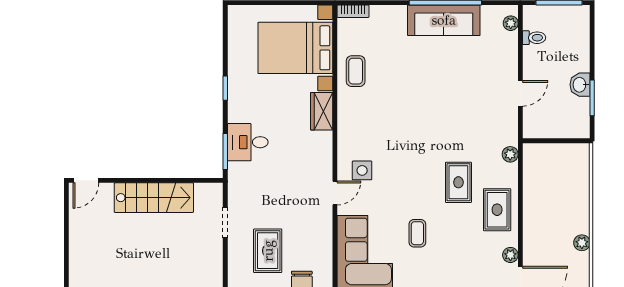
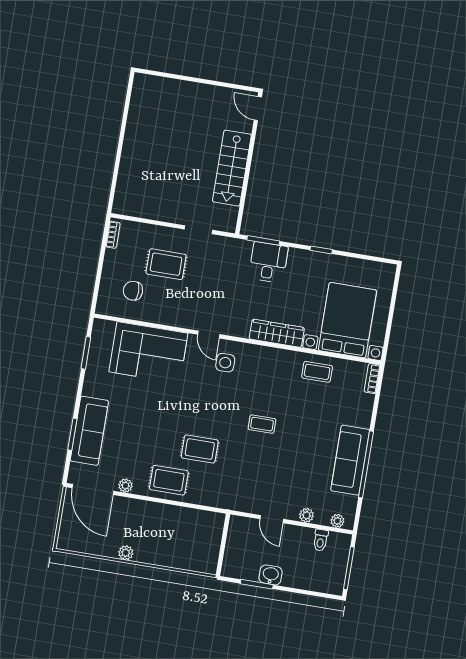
wardrobe: (322, 111) -> (277, 333), width x1.50
plant: (510, 154) -> (307, 515), moved
coffee table: (417, 233) -> (262, 424), moved

